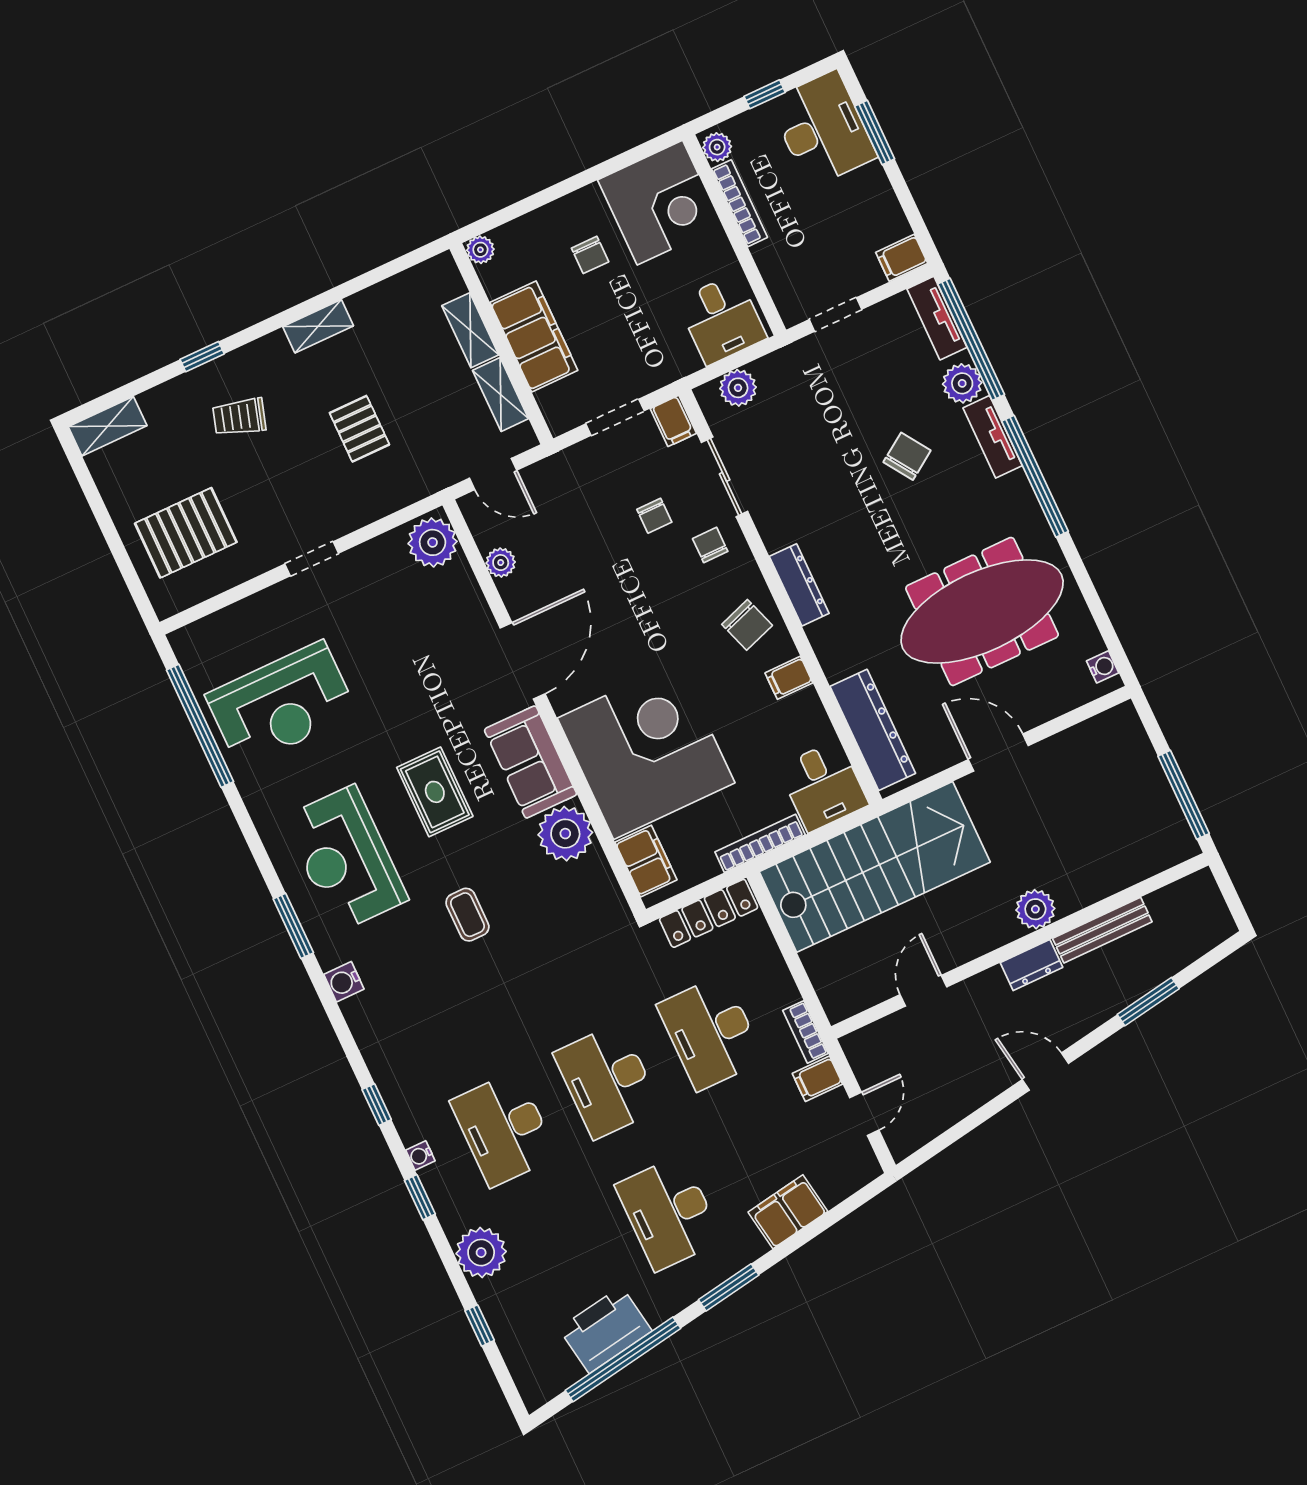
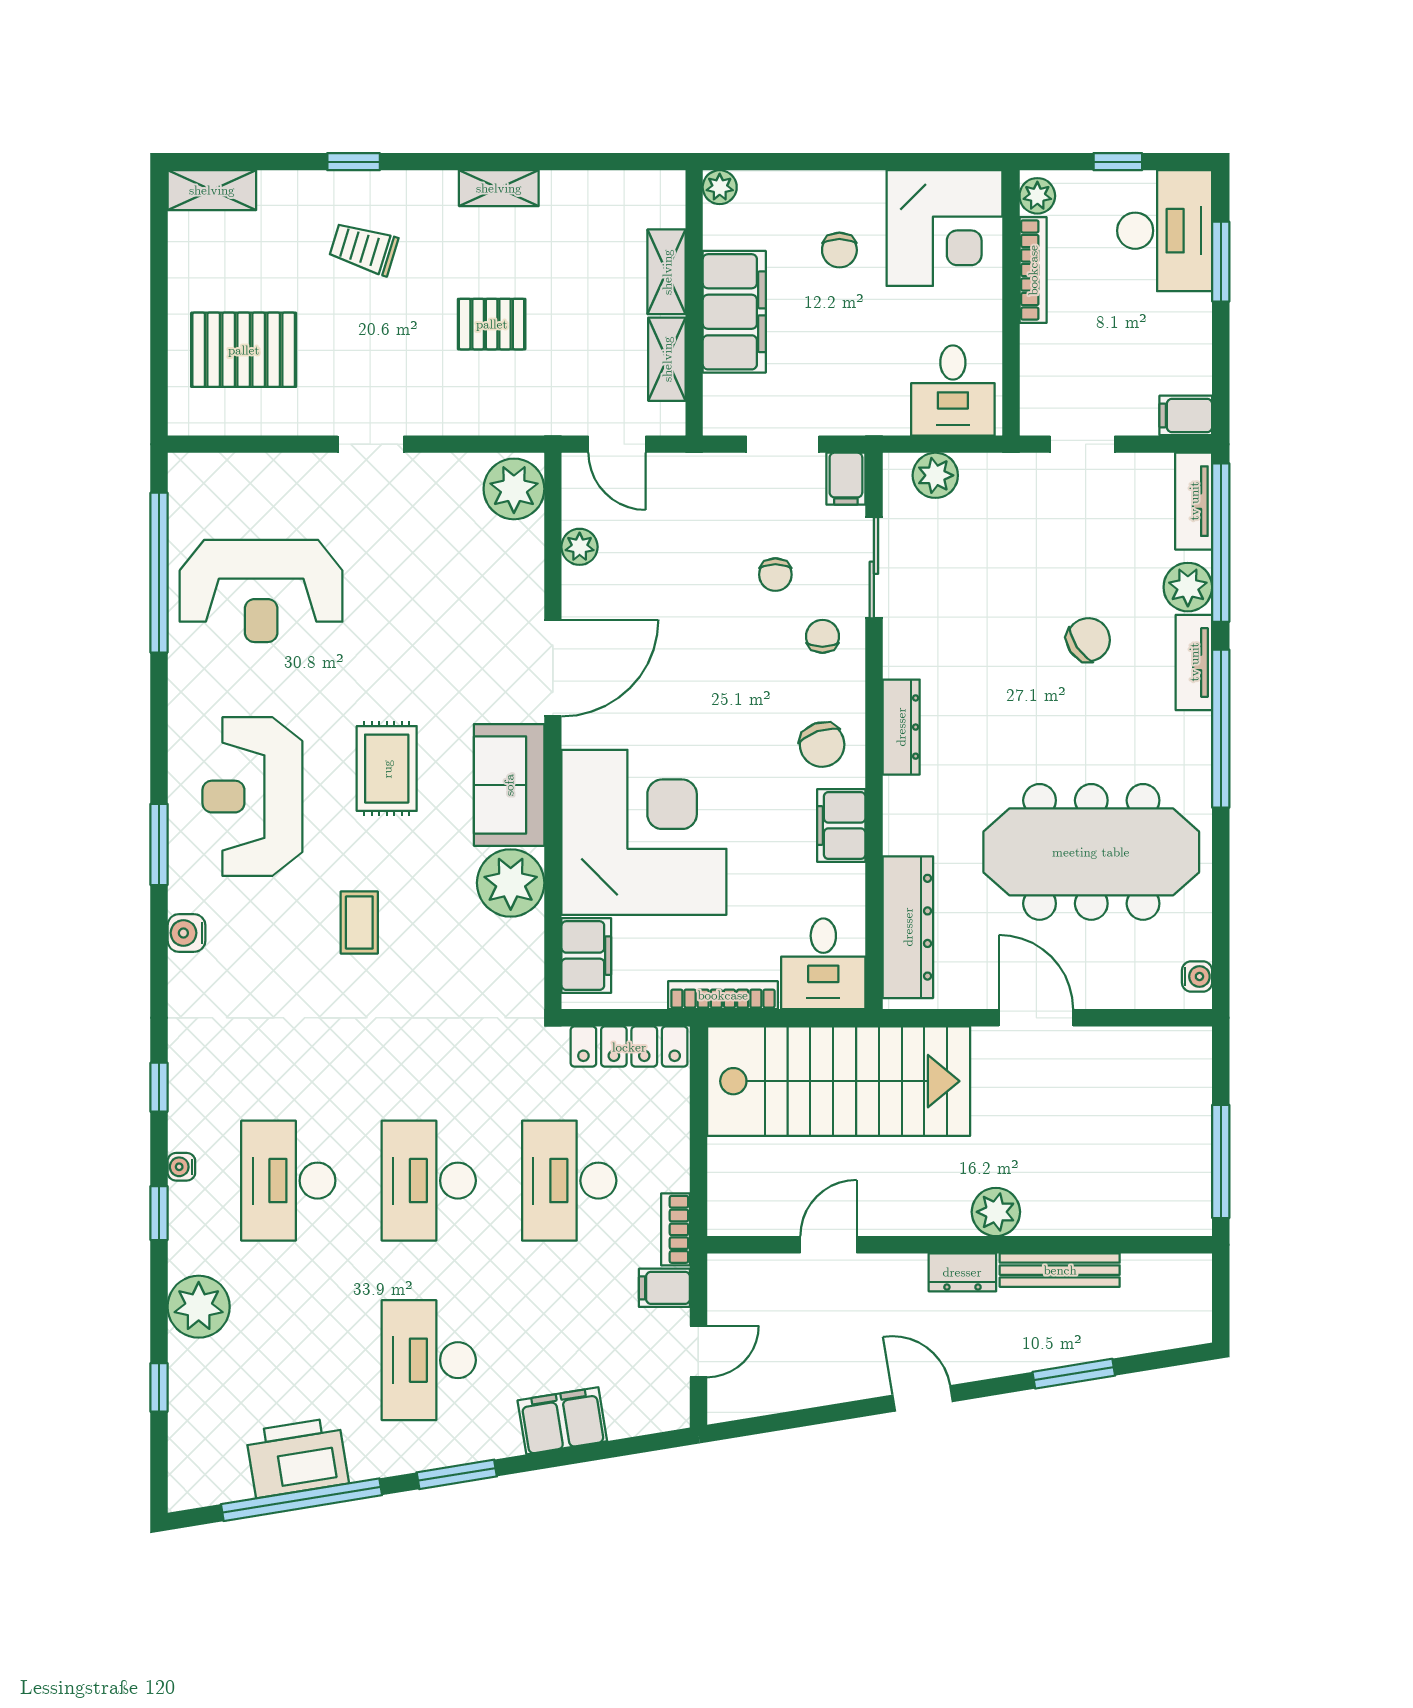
pallet: (359, 429) -> (492, 324), turned 90
filing cabinet: (789, 678) -> (841, 826), width x2.00

